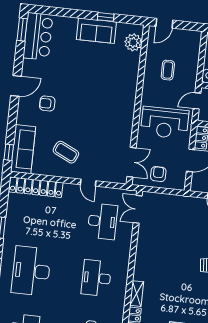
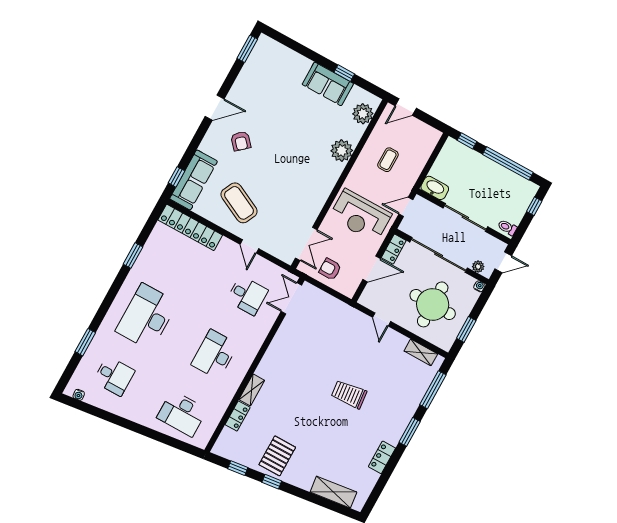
bar counter: (38, 36) -> (261, 63), removed
plant: (129, 78) -> (342, 151), added
armchair: (47, 103) -> (241, 141), turned -132
coffee table: (66, 152) -> (239, 203), width x1.36, depth x1.32
armchair: (158, 174) -> (330, 269), turned -90
desk: (102, 221) -> (247, 295), width x0.73

